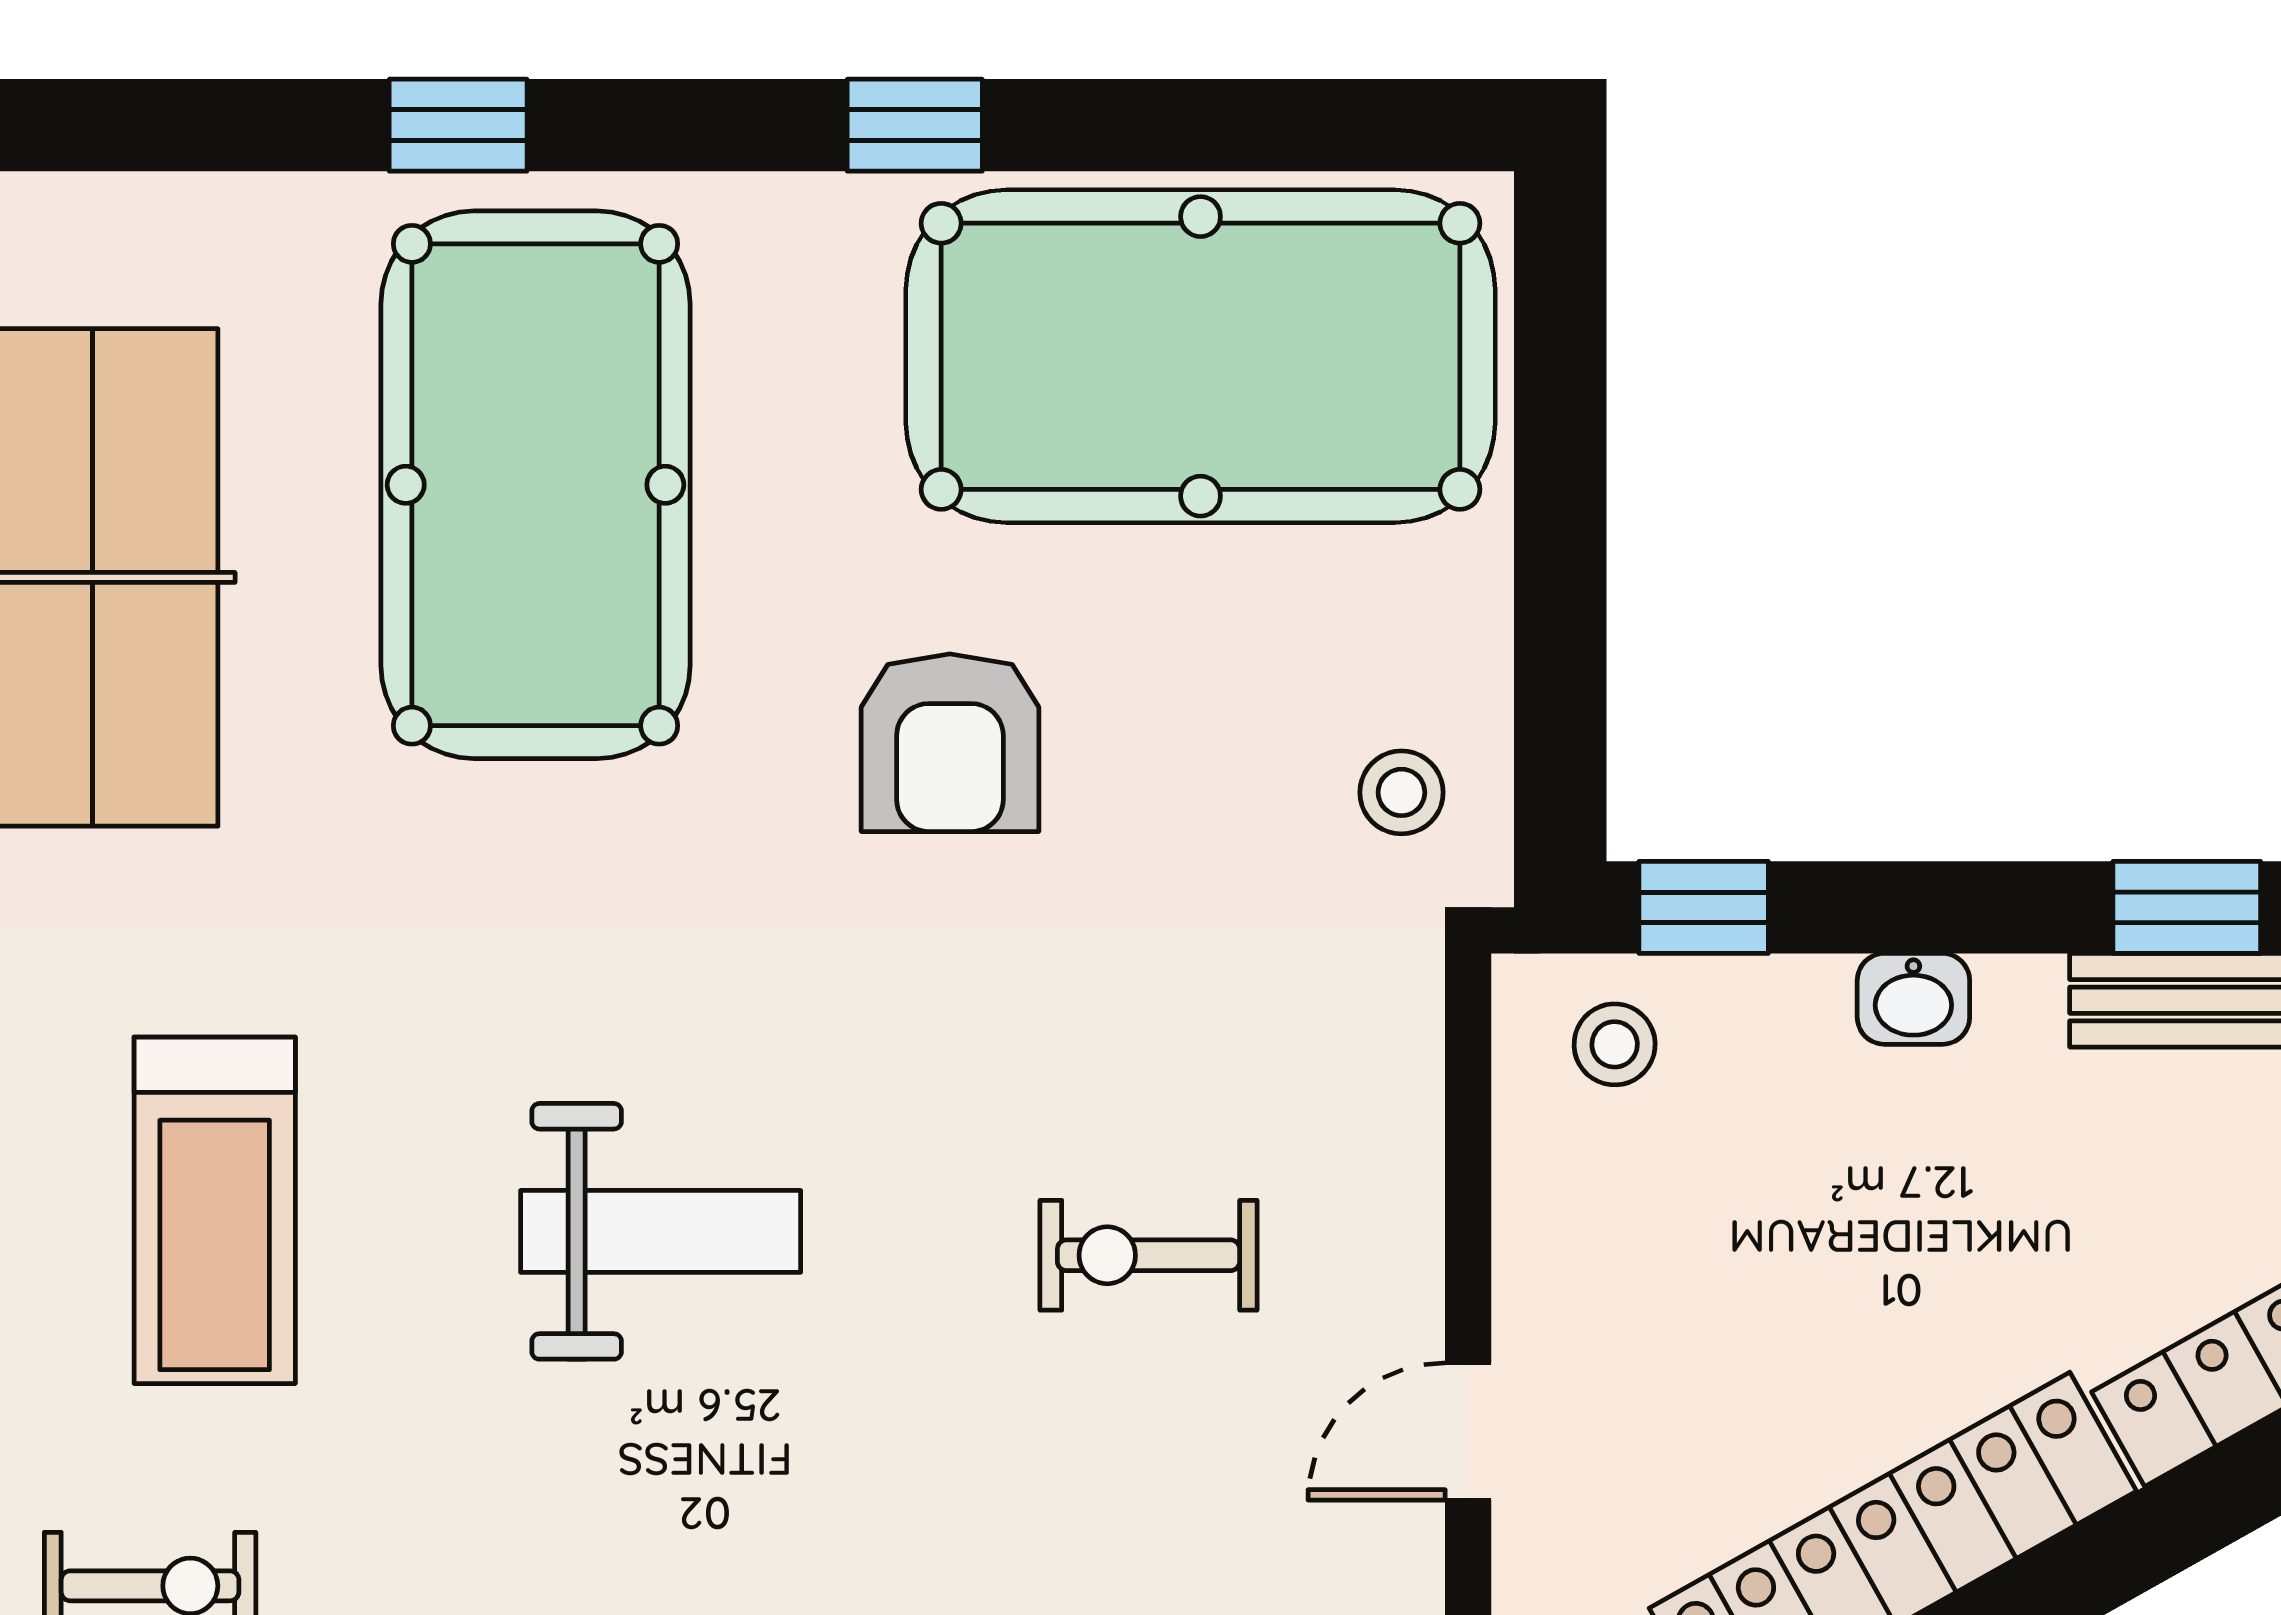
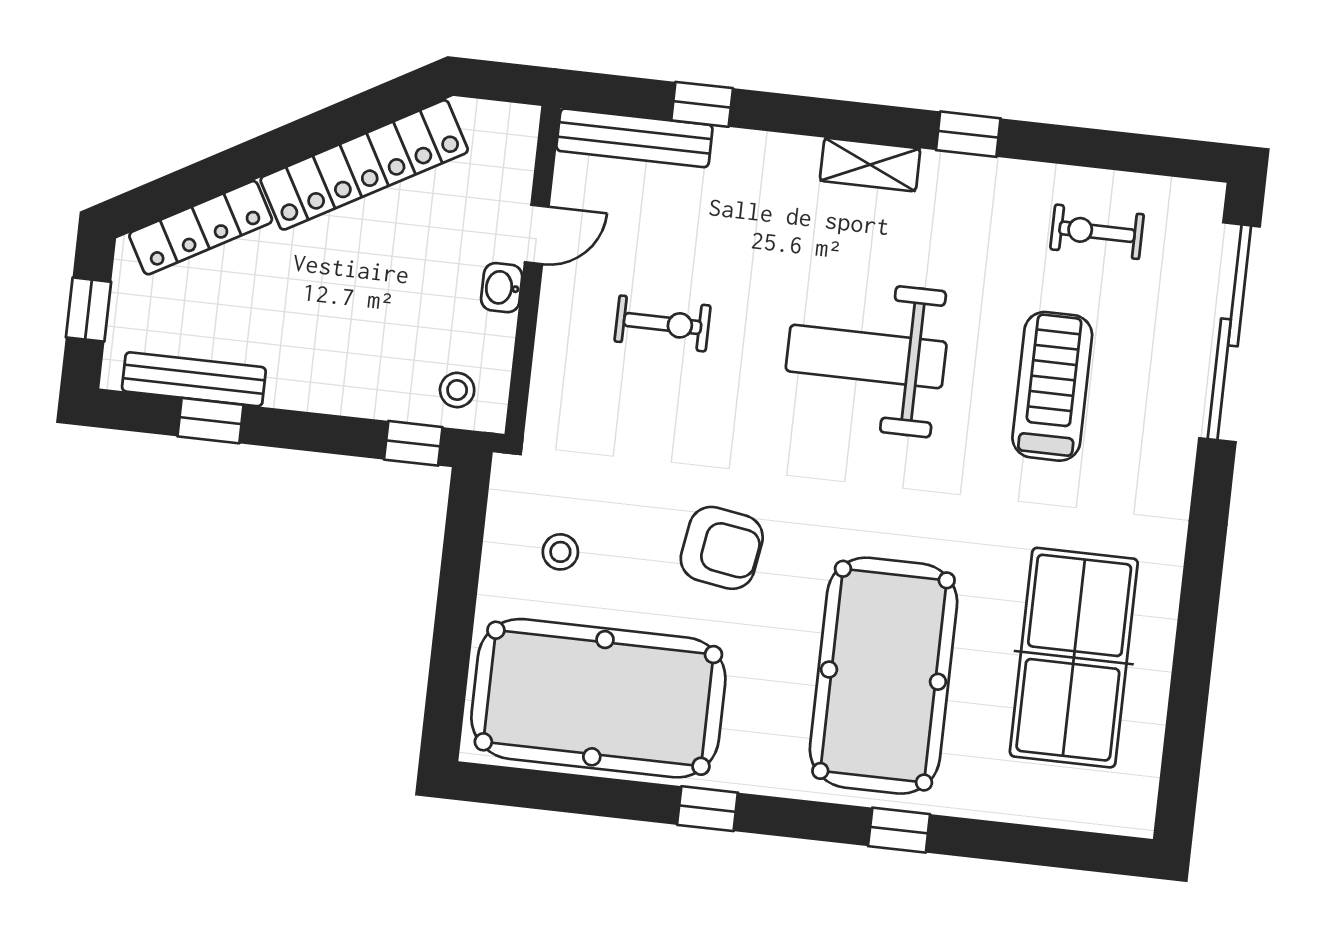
armchair: (950, 743) -> (722, 548), turned 99
stool: (1401, 792) -> (560, 552), moved
washbasin: (1913, 999) -> (502, 288), moved, turned -90
weight bench: (661, 1231) -> (866, 356), width x1.36, depth x1.33

